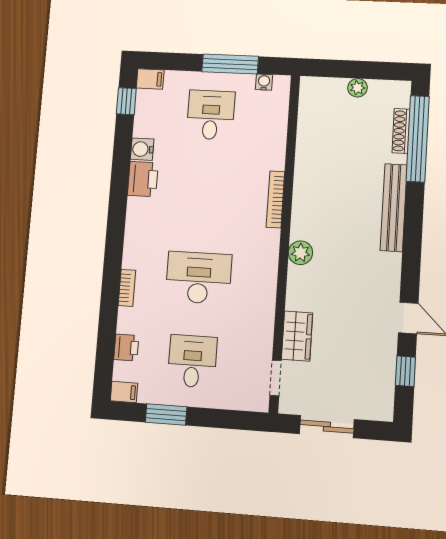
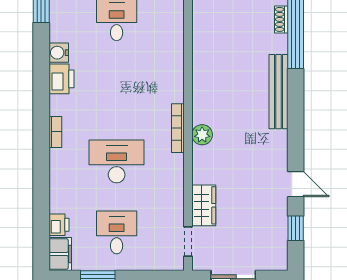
shoe rack: (401, 131) -> (281, 19), width x0.70
bookcase: (275, 199) -> (178, 128), moved
bookcase: (127, 288) -> (55, 132), moved
filing cabinet: (124, 392) -> (60, 254), width x2.00

